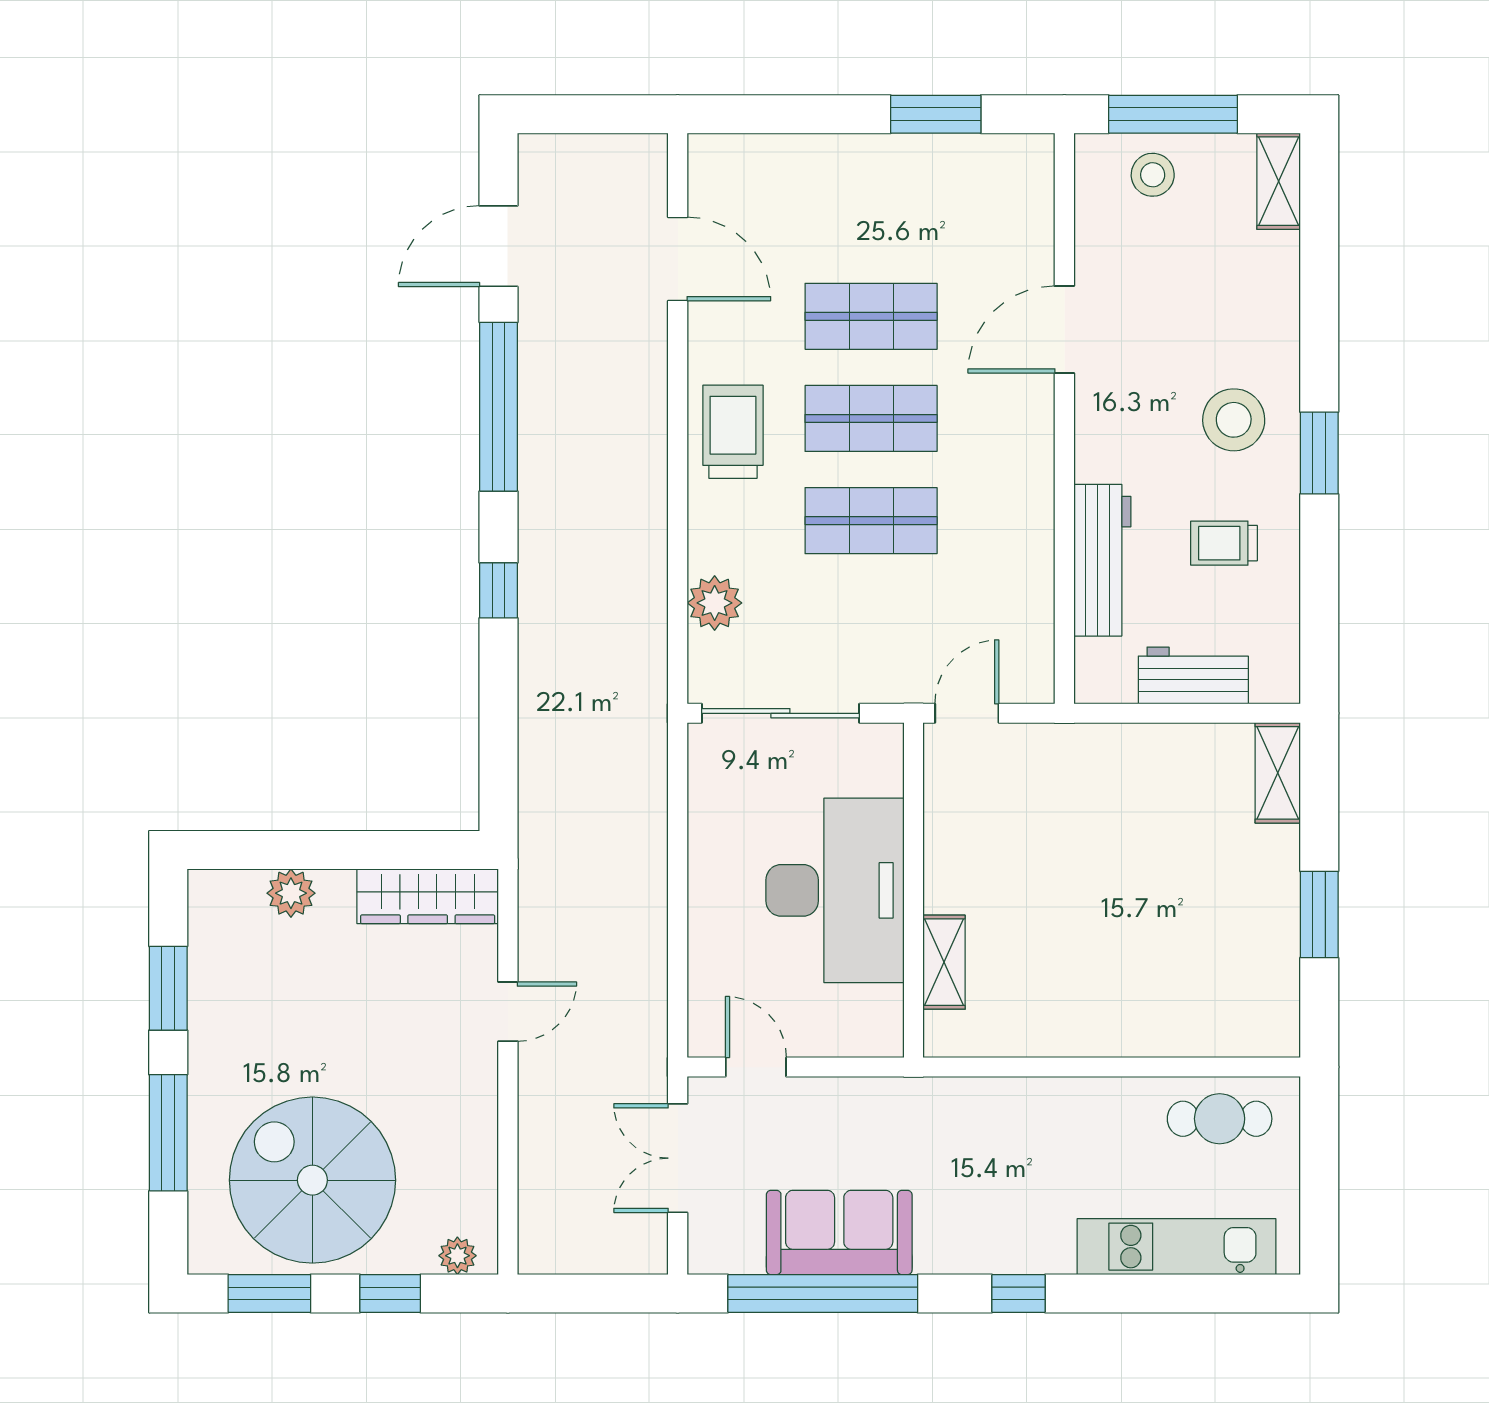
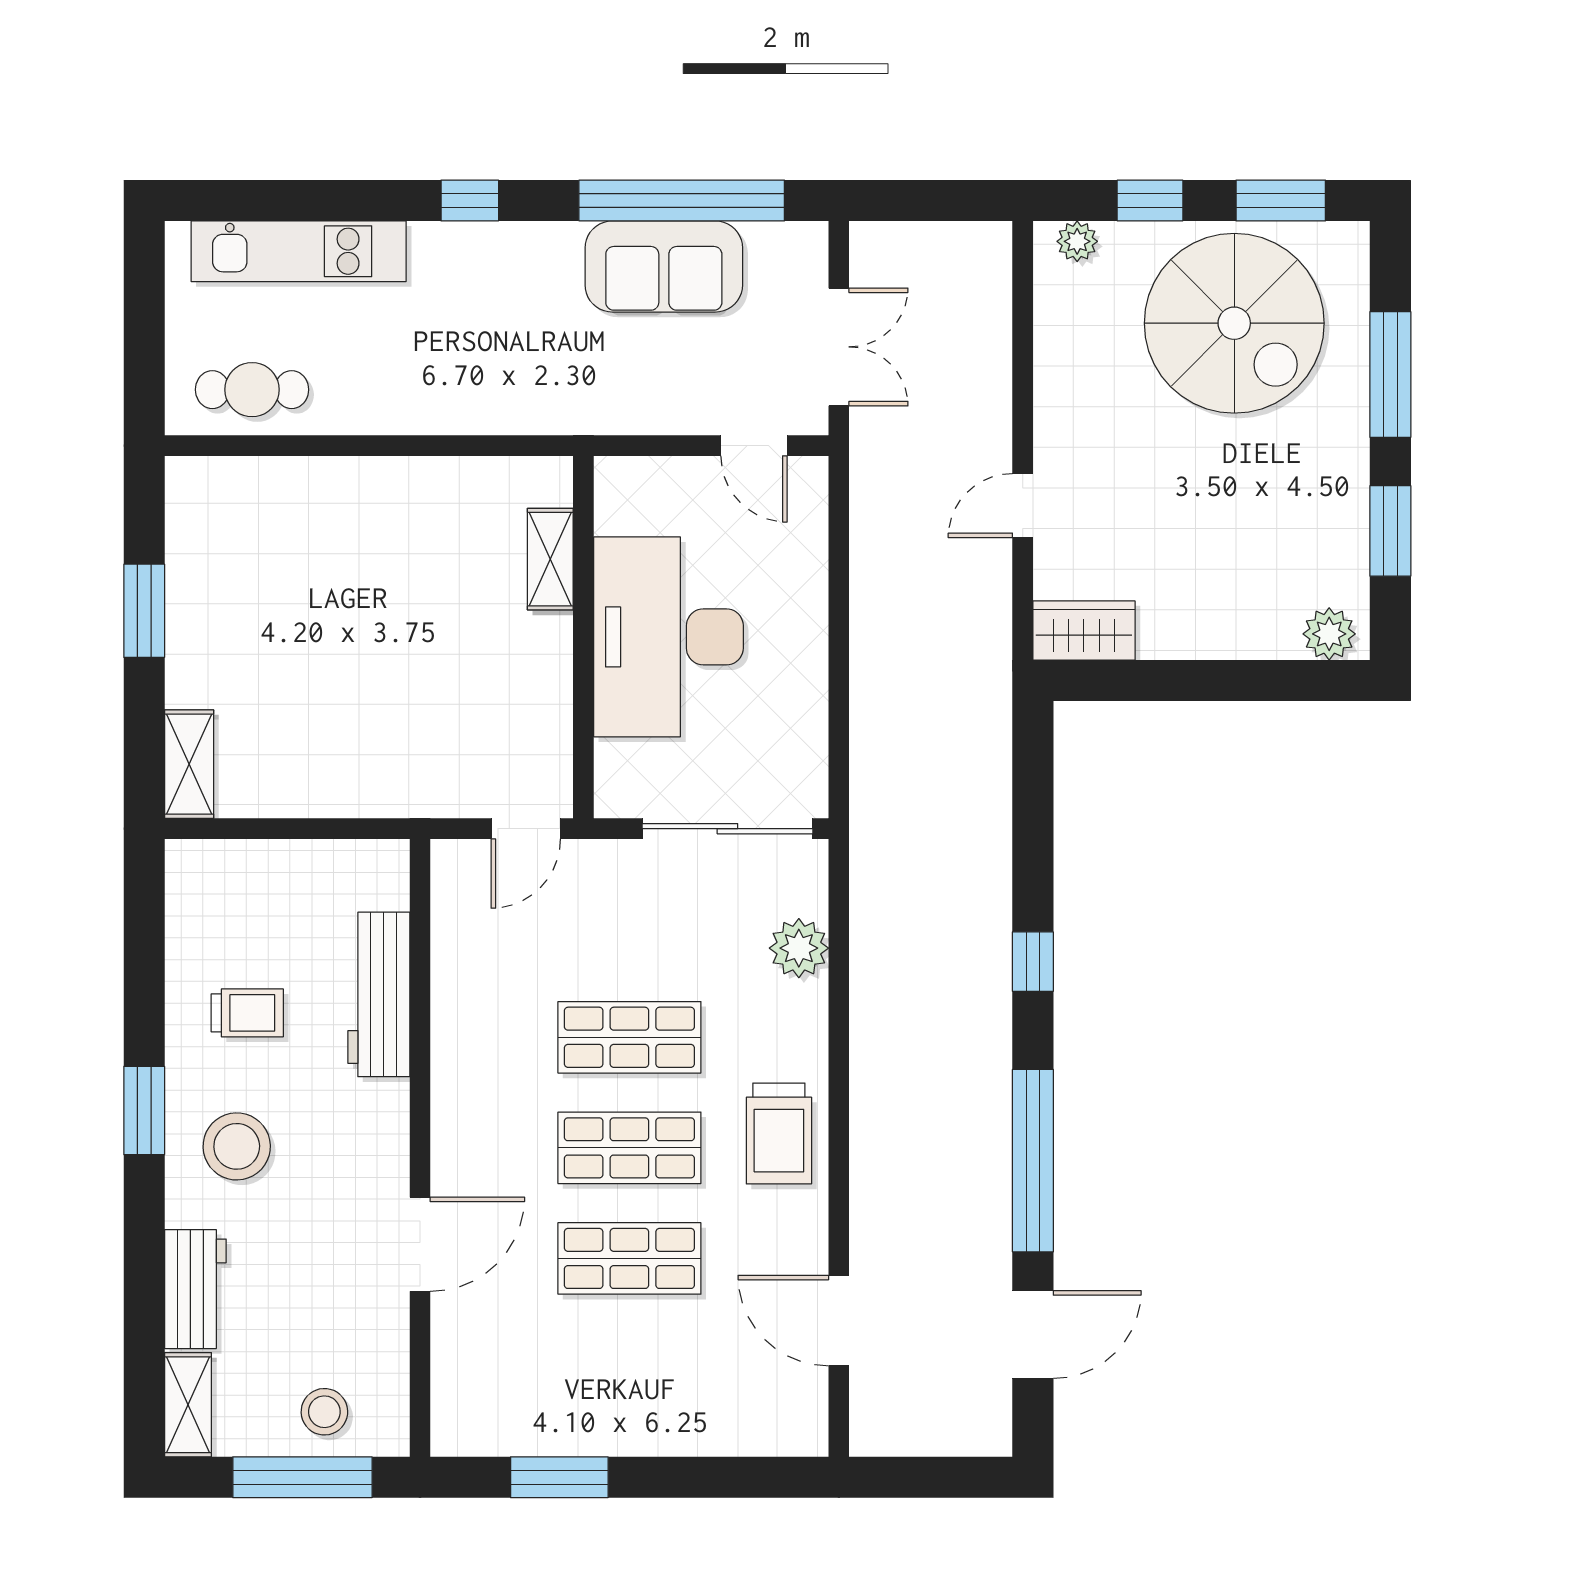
workbench: (1193, 675) -> (195, 1289), moved, turned -90
plant: (291, 893) -> (1329, 634), moved
wardrobe: (428, 896) -> (1084, 631), width x0.67

